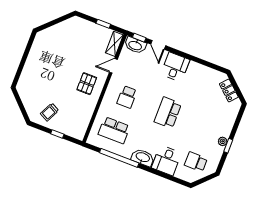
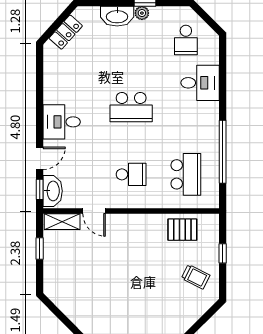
pallet: (87, 84) -> (182, 230), moved
washbasin: (143, 157) -> (117, 16), moved, turned -90

